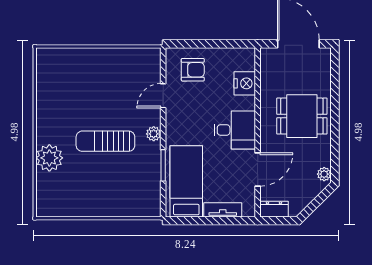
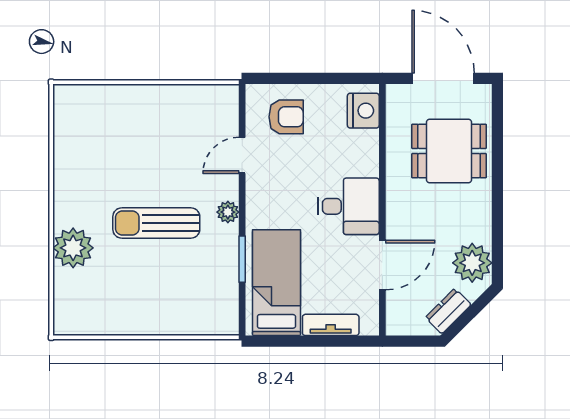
nightstand: (245, 83) -> (363, 111), moved
dining table: (302, 116) -> (449, 151), moved
plant: (324, 174) -> (472, 263), width x1.87, depth x1.87
dresser: (274, 209) -> (448, 311), moved, turned -45

